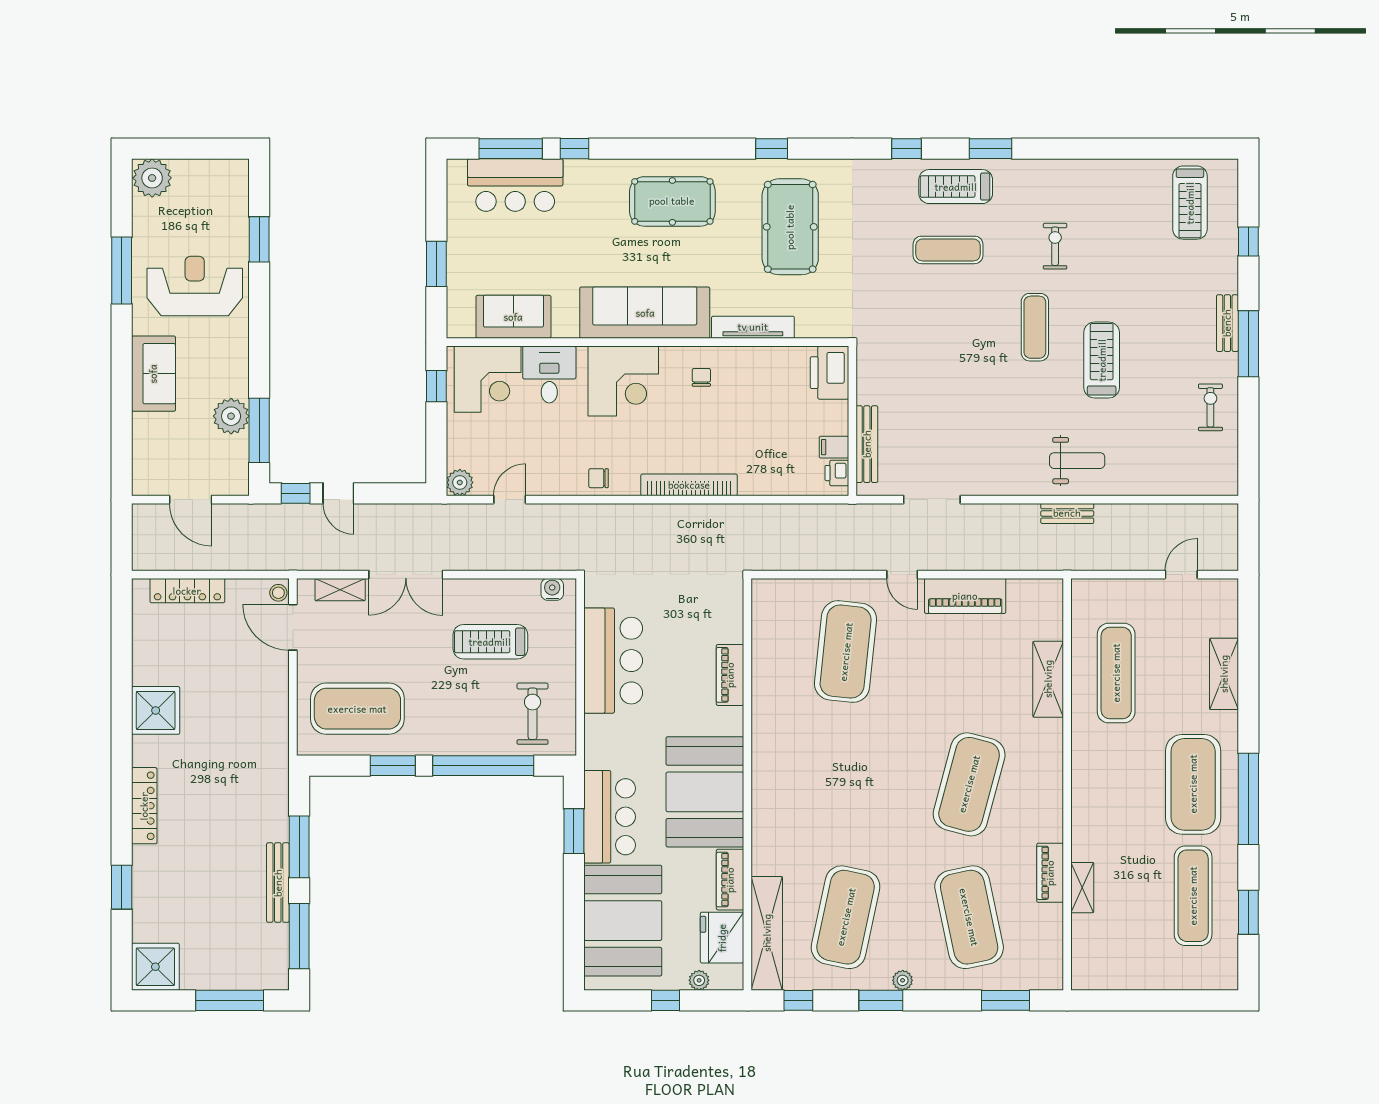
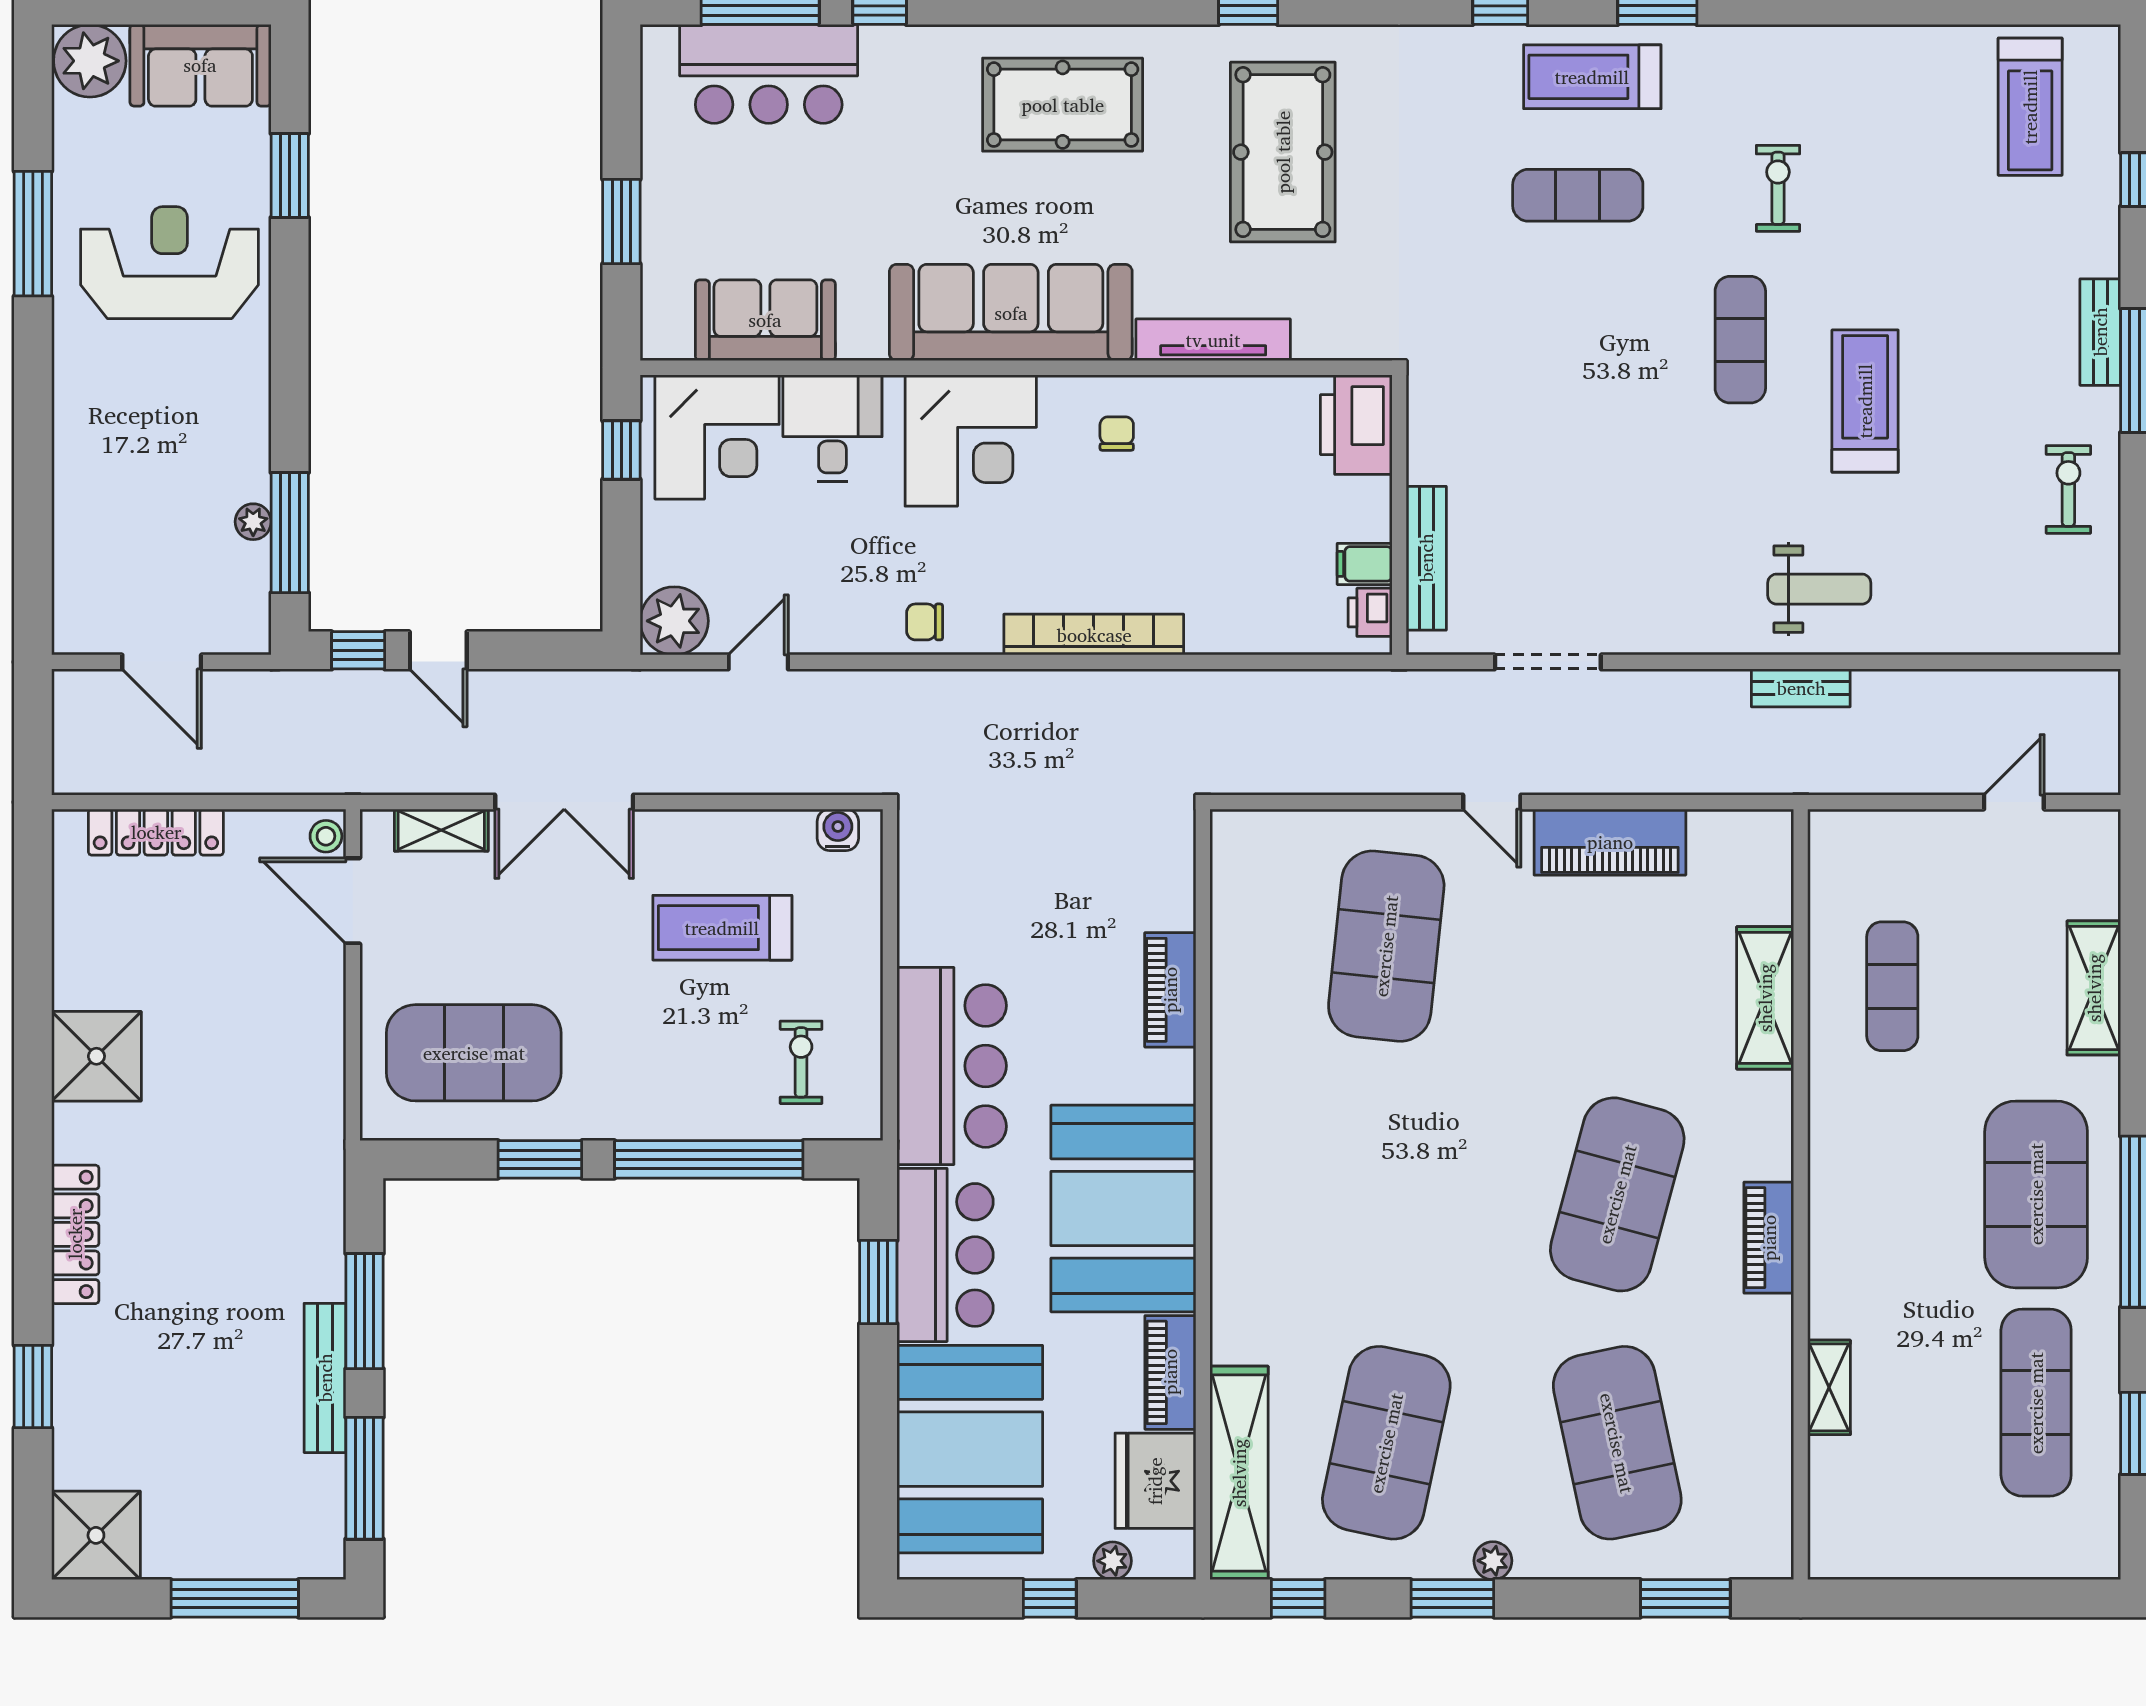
sofa: (153, 374) -> (200, 65), moved, turned 90
plant: (231, 416) -> (253, 522), width x0.53, depth x0.53
plant: (460, 482) -> (674, 621), width x1.36, depth x1.36
bar counter: (613, 661) -> (952, 1066), moved
exercise mat: (1116, 673) -> (1892, 986), width x0.73, depth x0.69
exercise bike: (533, 714) -> (801, 1062), width x0.73, depth x0.72
piano: (1050, 873) -> (1769, 1238), moved

